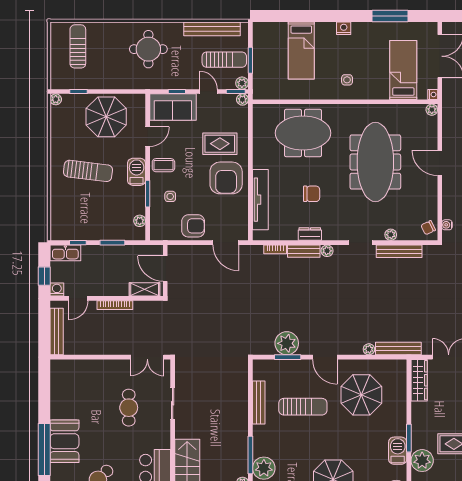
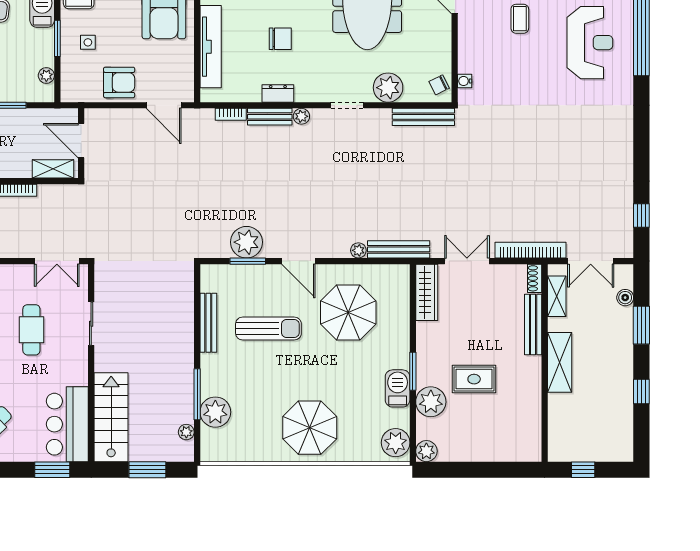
plant: (391, 235) -> (388, 88), width x1.88, depth x1.88
bench: (399, 251) -> (423, 117), moved

